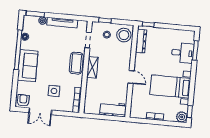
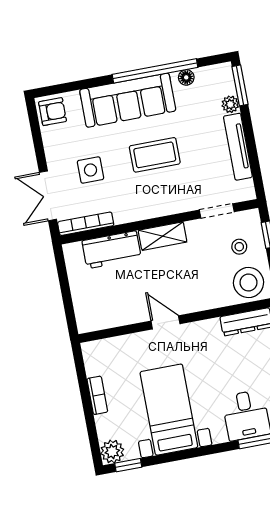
coffee table: (76, 63) -> (155, 155), moved
sofa: (28, 66) -> (128, 100), width x1.36
door: (131, 77) -> (165, 322), swing flipped
workbench: (113, 109) -> (112, 250), moved, turned 90
double door: (40, 111) -> (48, 196), moved

